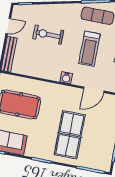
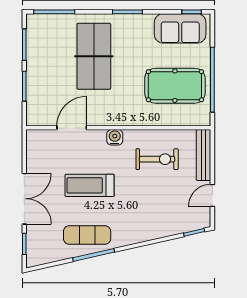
exercise bike: (48, 35) -> (157, 159), moved
treadmill: (89, 49) -> (90, 185), turned -90

